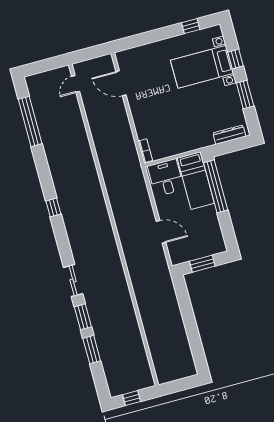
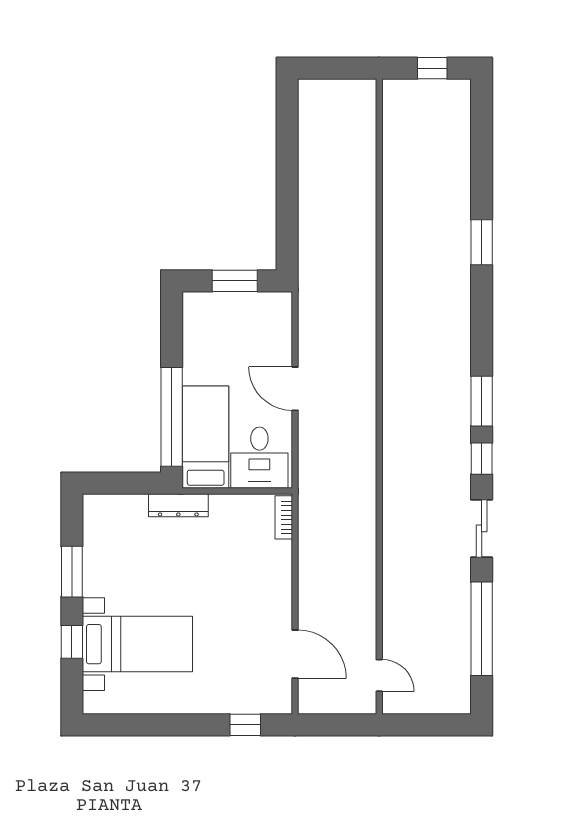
window: (191, 26) -> (245, 725), moved
door: (76, 84) -> (379, 675), hinge flipped
dresser: (229, 135) -> (178, 505), moved
door: (161, 232) -> (295, 389), moved
sliding door: (73, 281) -> (482, 528), moved
window: (92, 350) -> (482, 401), moved

